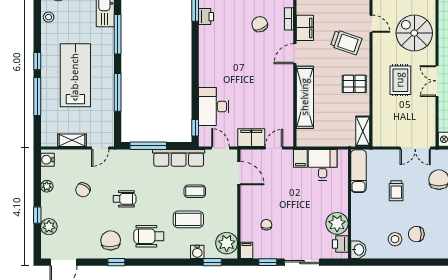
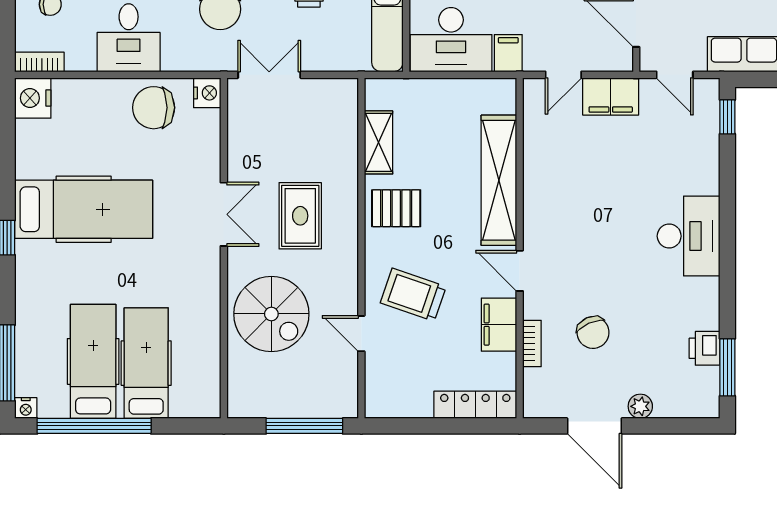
door: (295, 54) -> (520, 271), swing flipped
desk: (214, 107) -> (689, 236), moved
shelving: (363, 131) -> (378, 142), moved
desk: (323, 165) -> (451, 40), width x1.37

